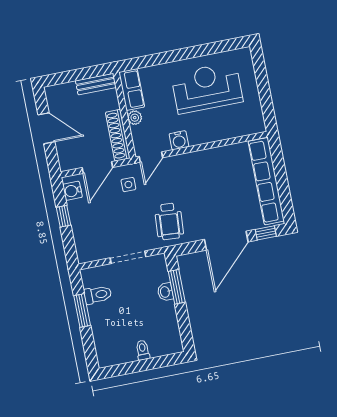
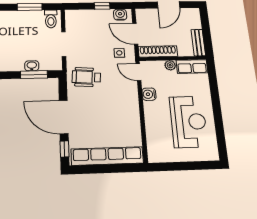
toilet: (98, 295) -> (51, 19), moved

